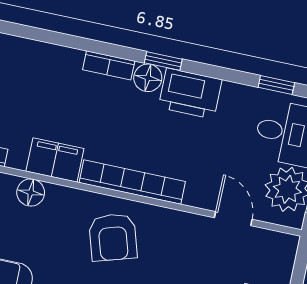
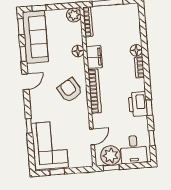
window: (163, 61) -> (149, 108), moved
floor lamp: (148, 78) -> (136, 50), moved
armchair: (113, 237) -> (70, 90), turned 76

